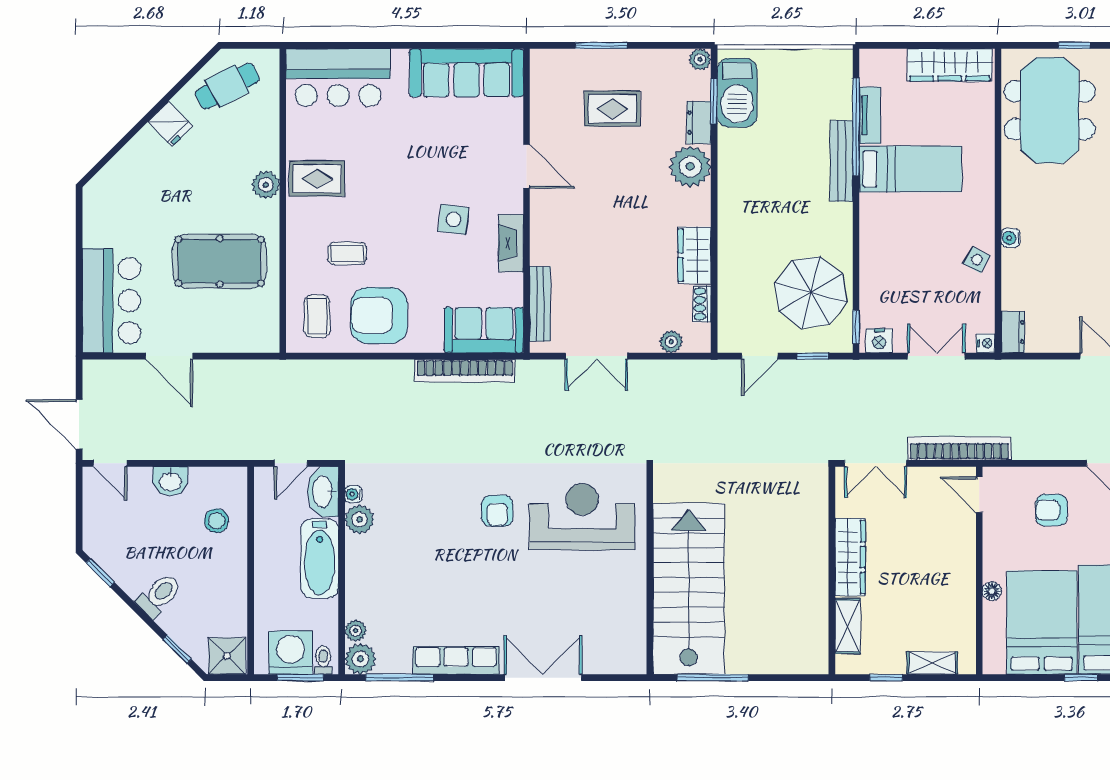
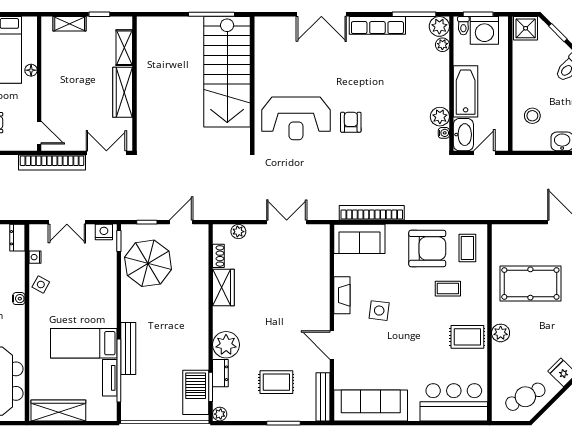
bench: (540, 304) -> (323, 397), moved
nightstand: (986, 343) -> (35, 257), moved

